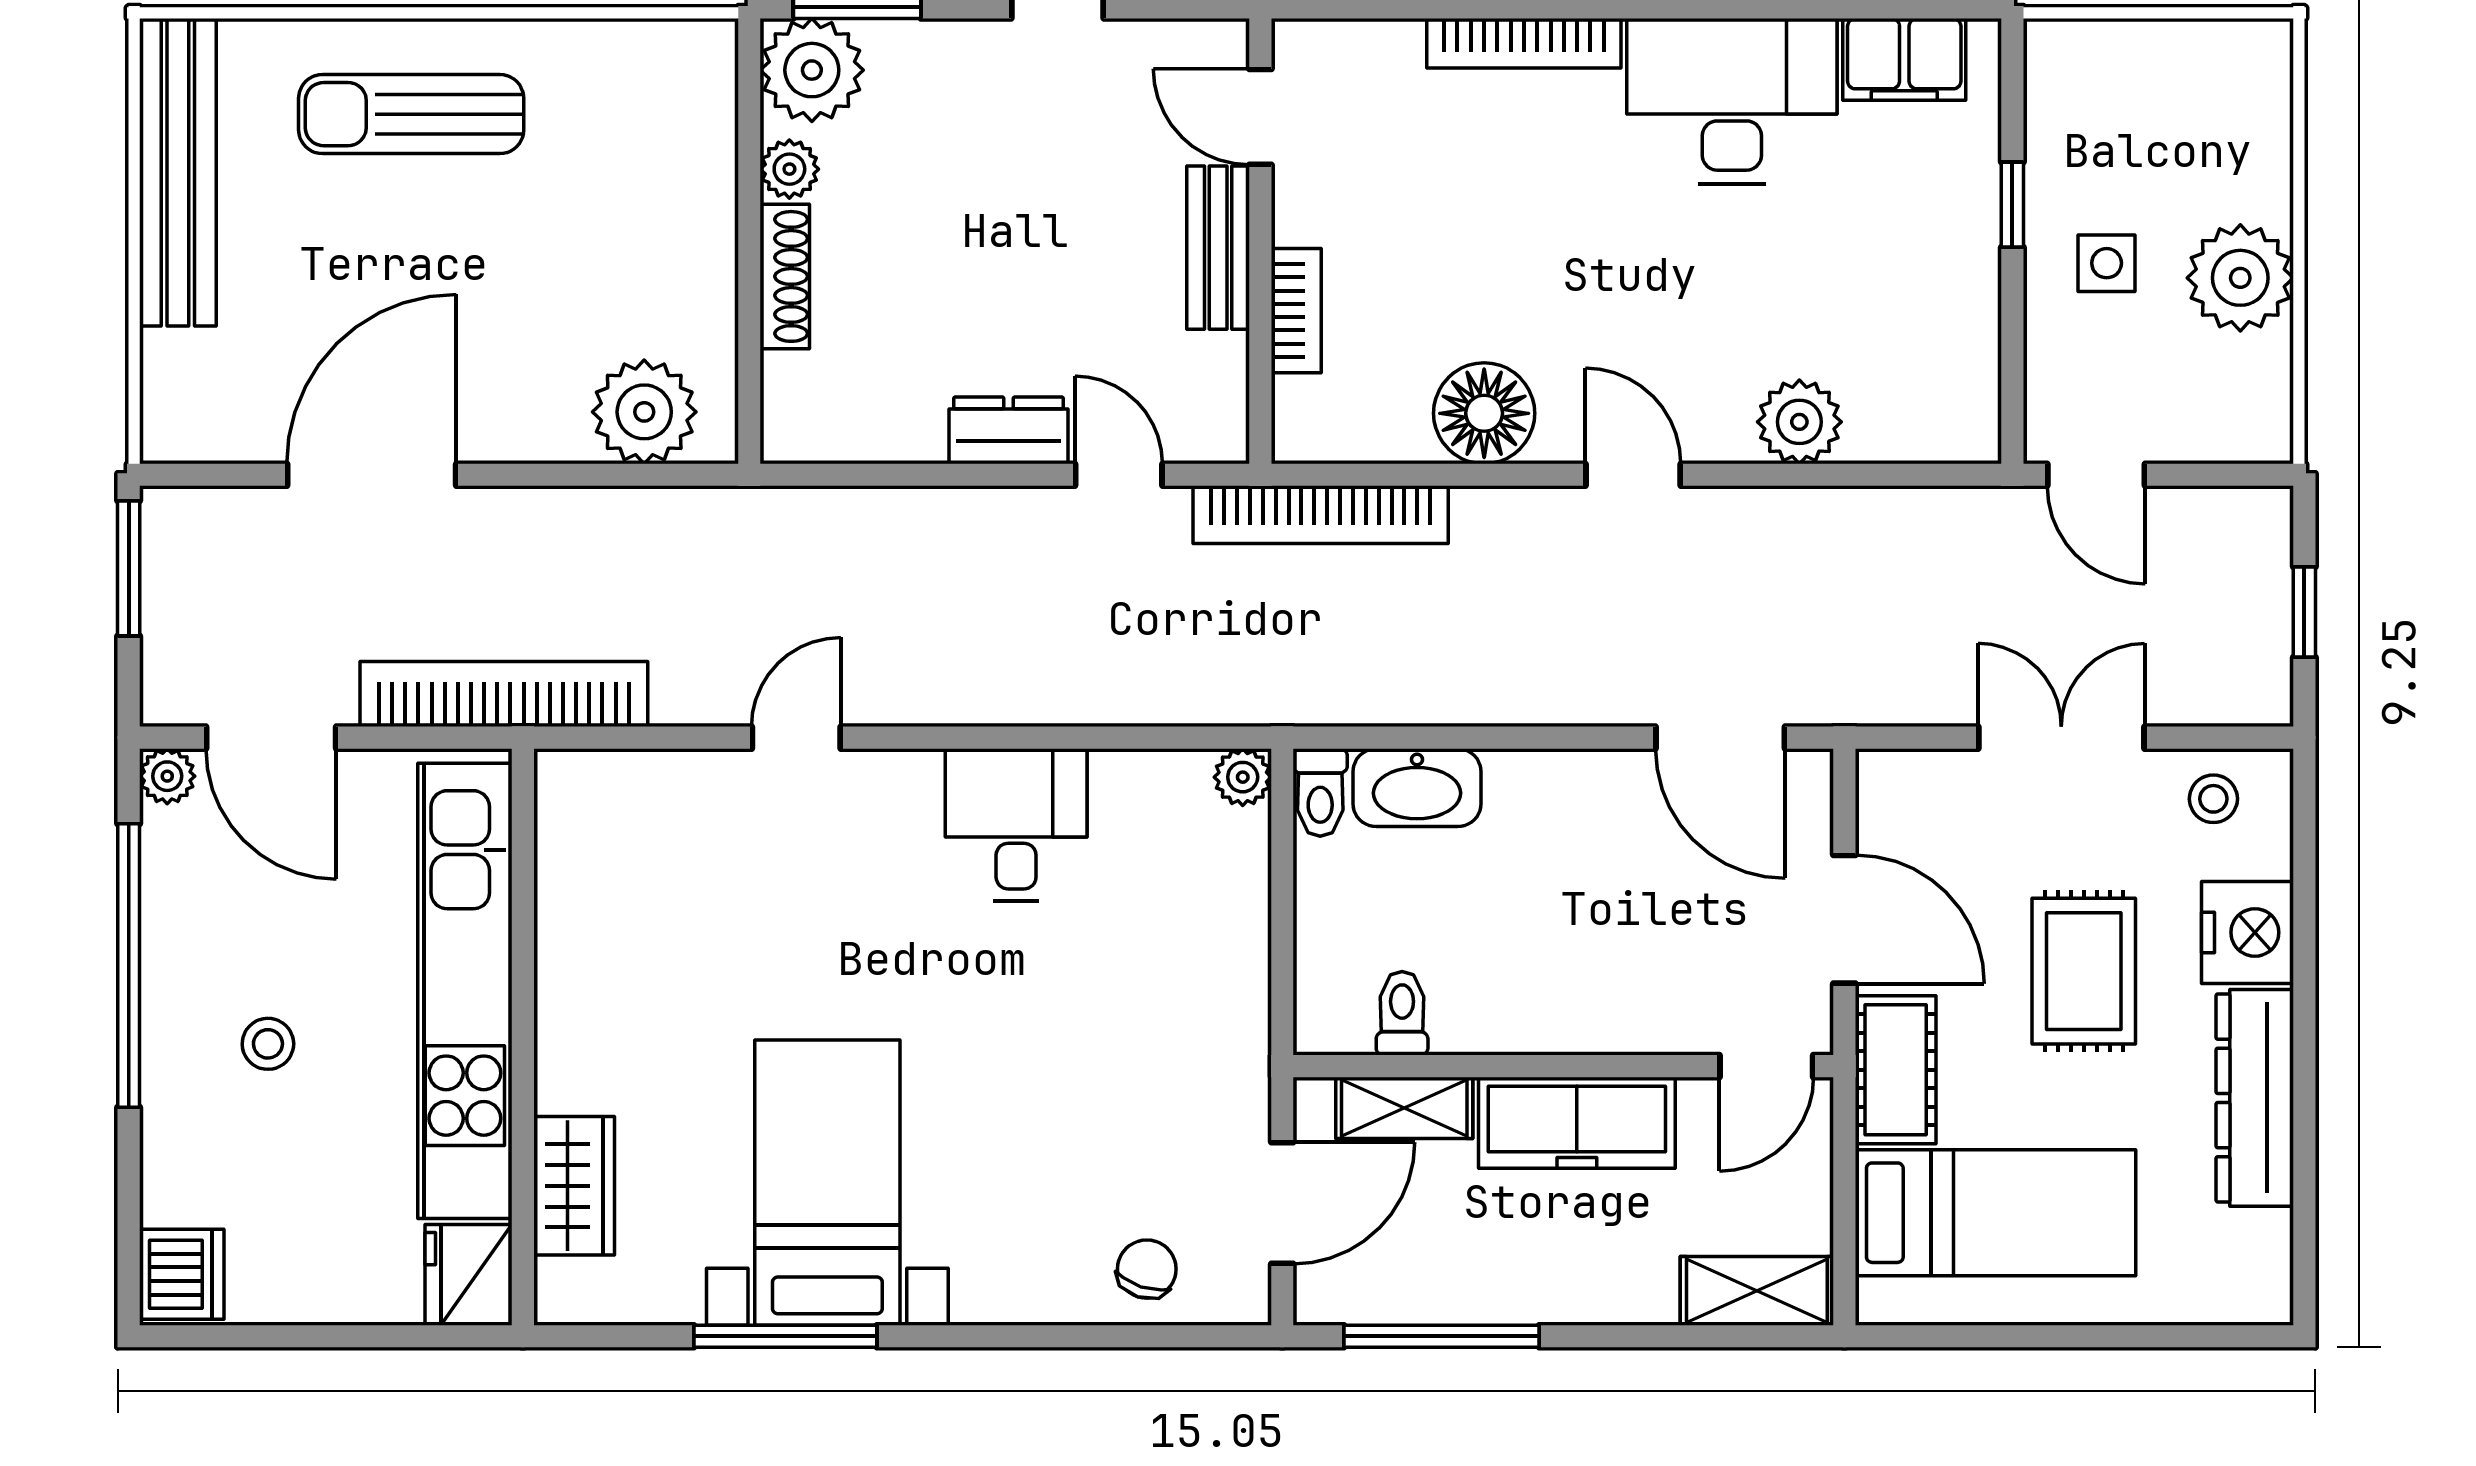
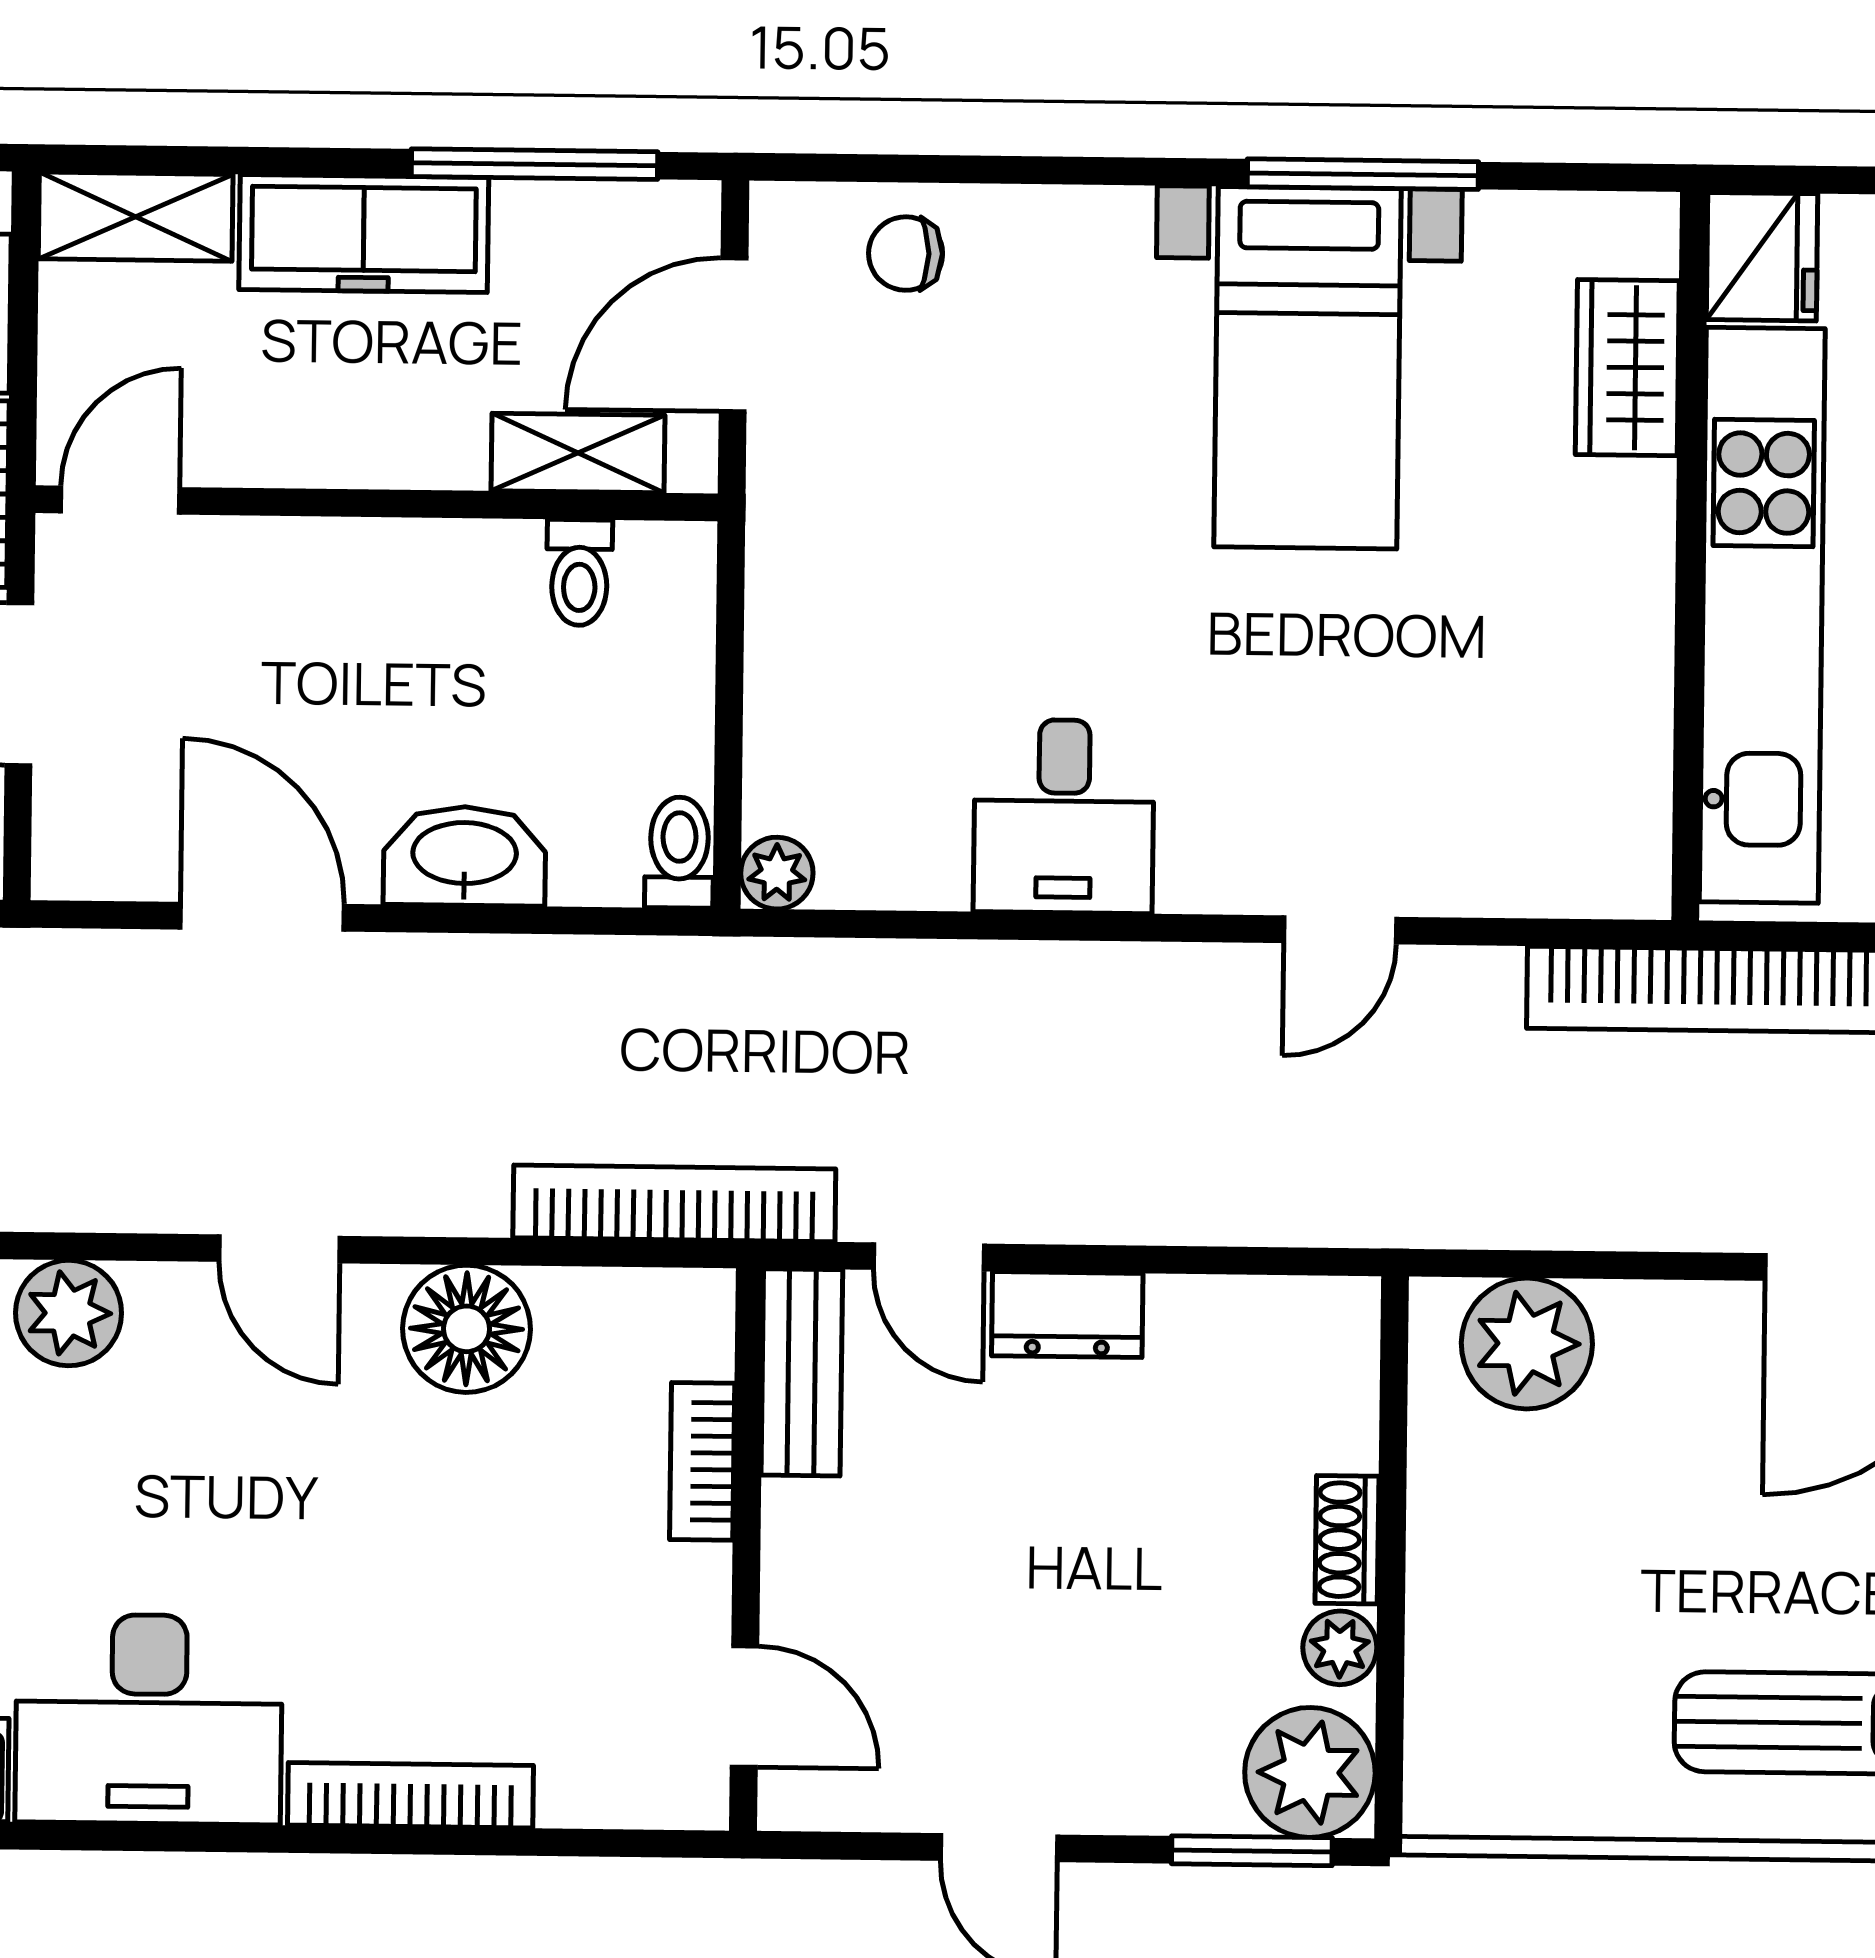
bench: (1218, 248) -> (802, 1372), moved
shoe rack: (785, 276) -> (1347, 1540), width x0.70
door: (1720, 738) -> (262, 917), moved
washbasin: (1417, 788) -> (465, 856), moved
freezer: (1577, 1123) -> (364, 234), moved, turned 180
chair: (1147, 1269) -> (906, 254), turned 72

